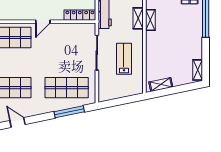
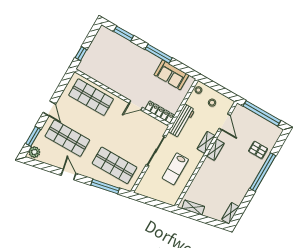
door: (43, 22) -> (136, 105), moved
lab bench: (124, 59) -> (175, 169), turned 180
door: (17, 123) -> (69, 174), moved

